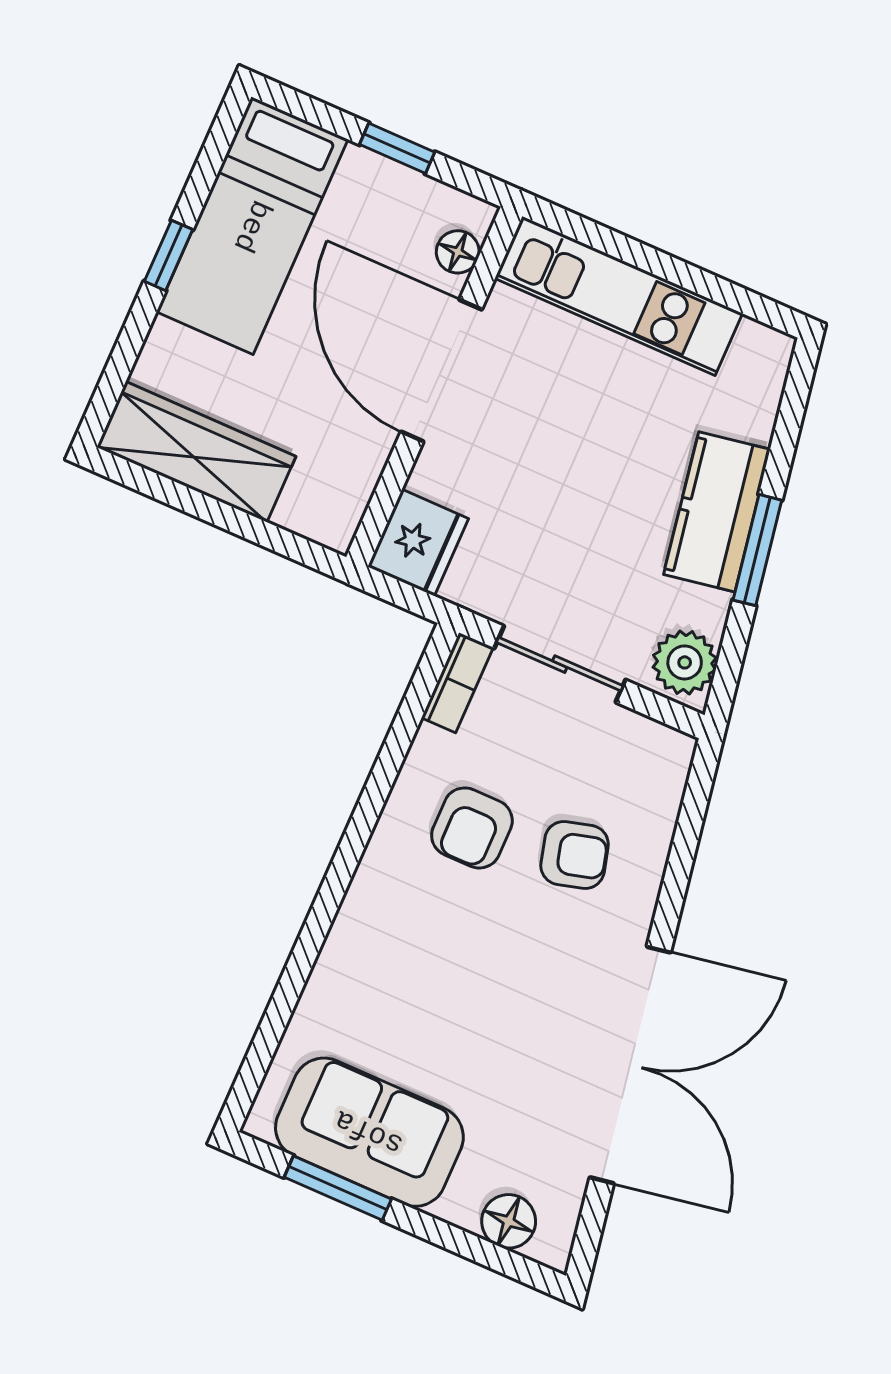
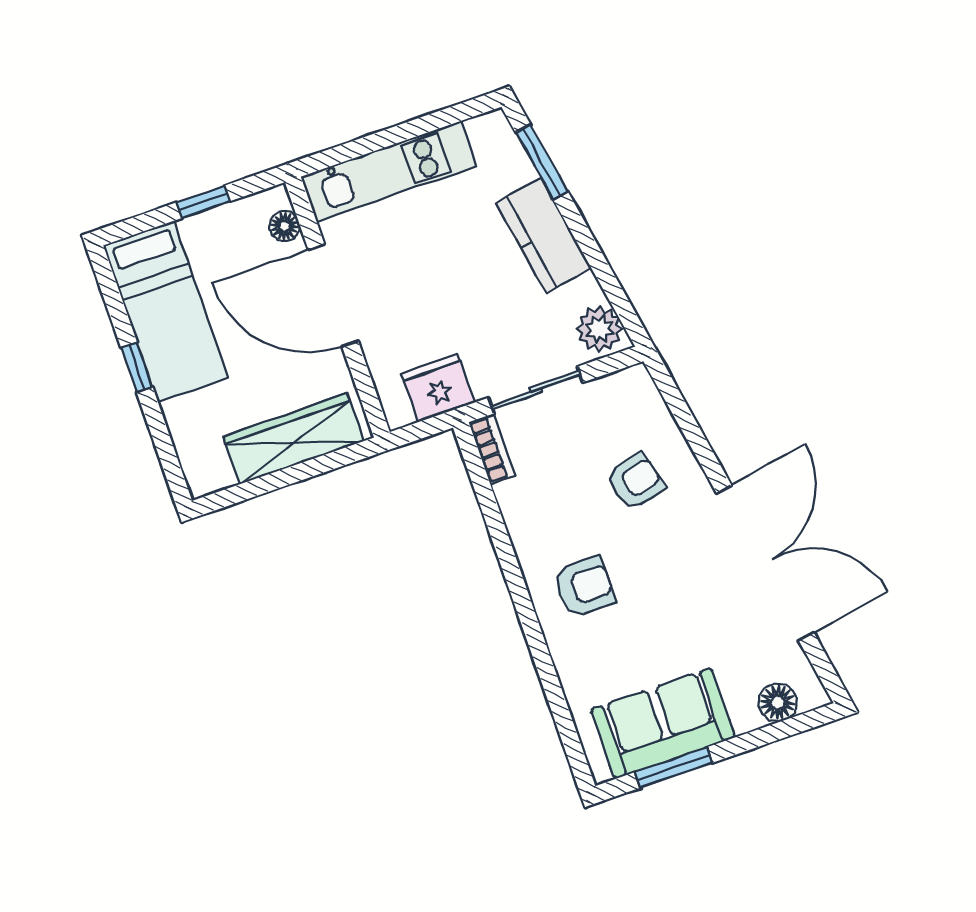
wardrobe: (196, 452) -> (293, 439), moved
fridge: (418, 543) -> (438, 388), moved, turned -90
window: (757, 550) -> (542, 162), moved
armchair: (472, 828) -> (585, 586), moved, turned -90

